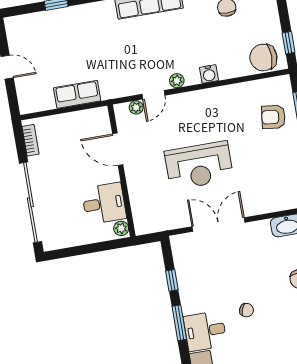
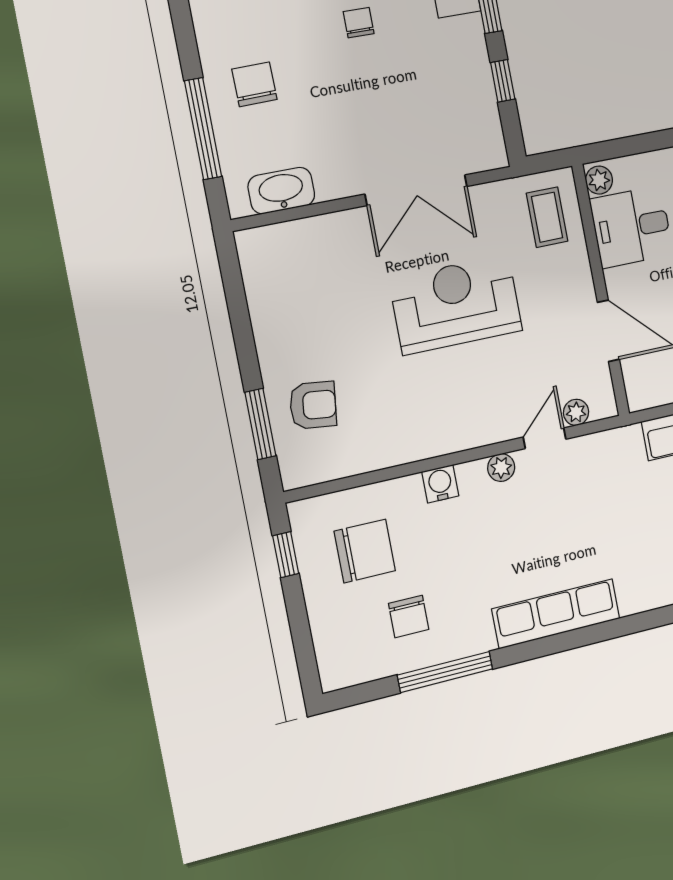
chair: (263, 57) -> (365, 551), moved
coffee table: (150, 209) -> (547, 217), added
chair: (246, 310) -> (359, 23), turned 69

